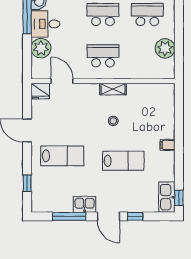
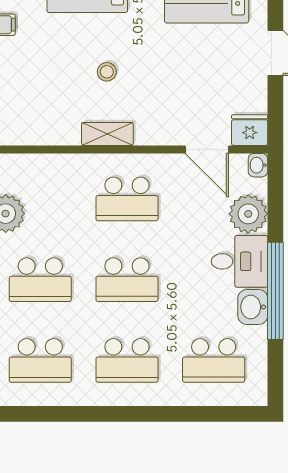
washbasin: (36, 73) -> (258, 165), added

